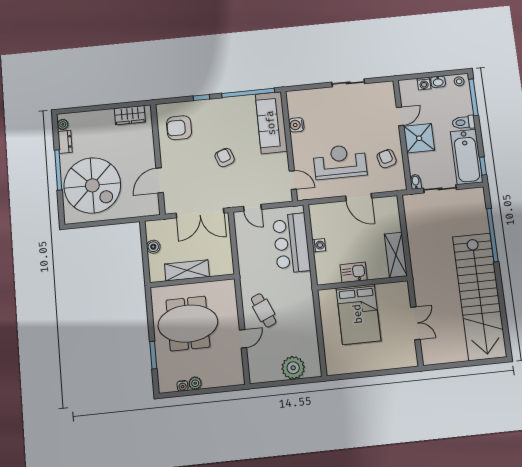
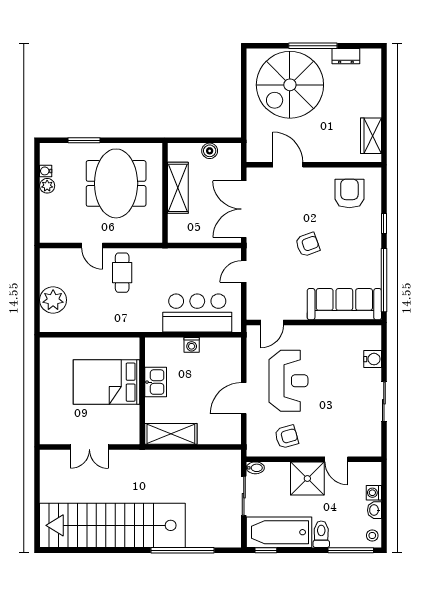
plant: (63, 124) -> (368, 55), removed
water cooler: (296, 125) -> (373, 359), moved, turned 90
cafe table: (264, 310) -> (122, 273), turned -67

